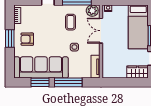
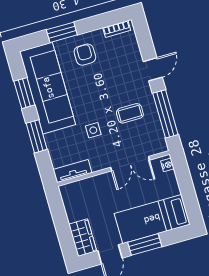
plant: (92, 11) -> (157, 142), removed
double door: (101, 31) -> (130, 164), swing flipped
window: (10, 38) -> (62, 32), moved
window: (68, 82) -> (37, 136), width x0.69

